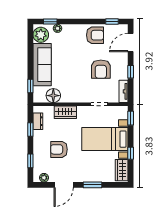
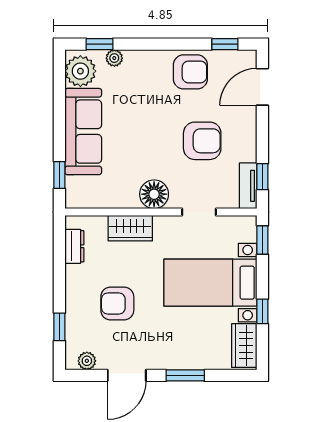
armchair: (101, 69) -> (202, 141), turned -90
window: (131, 72) -> (262, 177), moved
floor lamp: (53, 96) -> (154, 194), moved
window: (30, 129) -> (59, 263), removed

